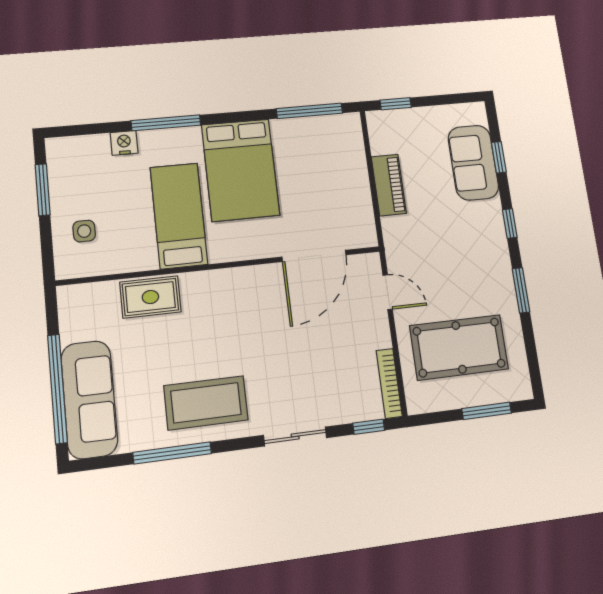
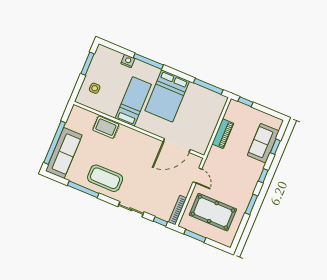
window: (487, 411) -> (195, 236), moved

